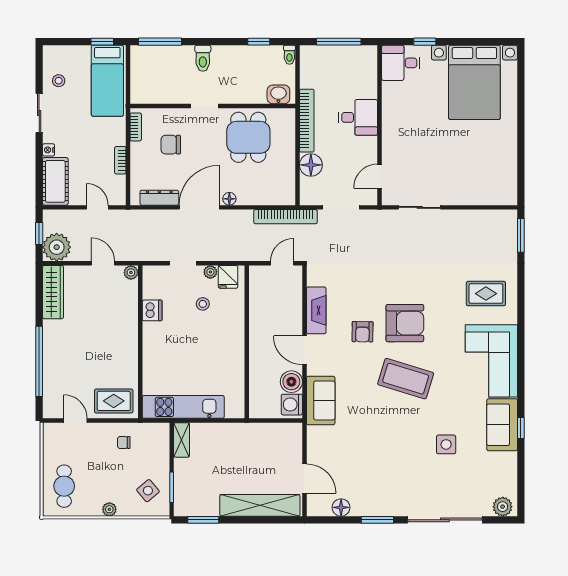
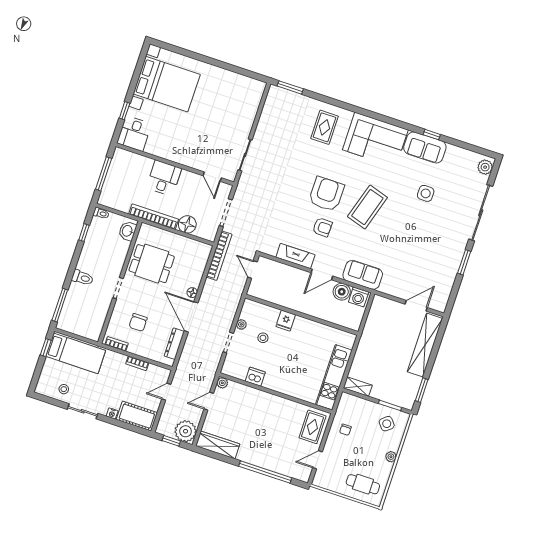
fridge: (228, 277) -> (286, 321), moved, turned 90
floor lamp: (341, 507) -> (446, 286), removed

